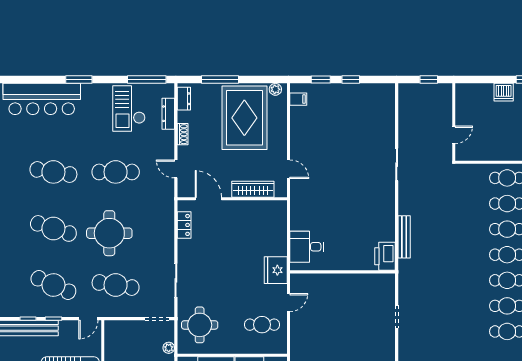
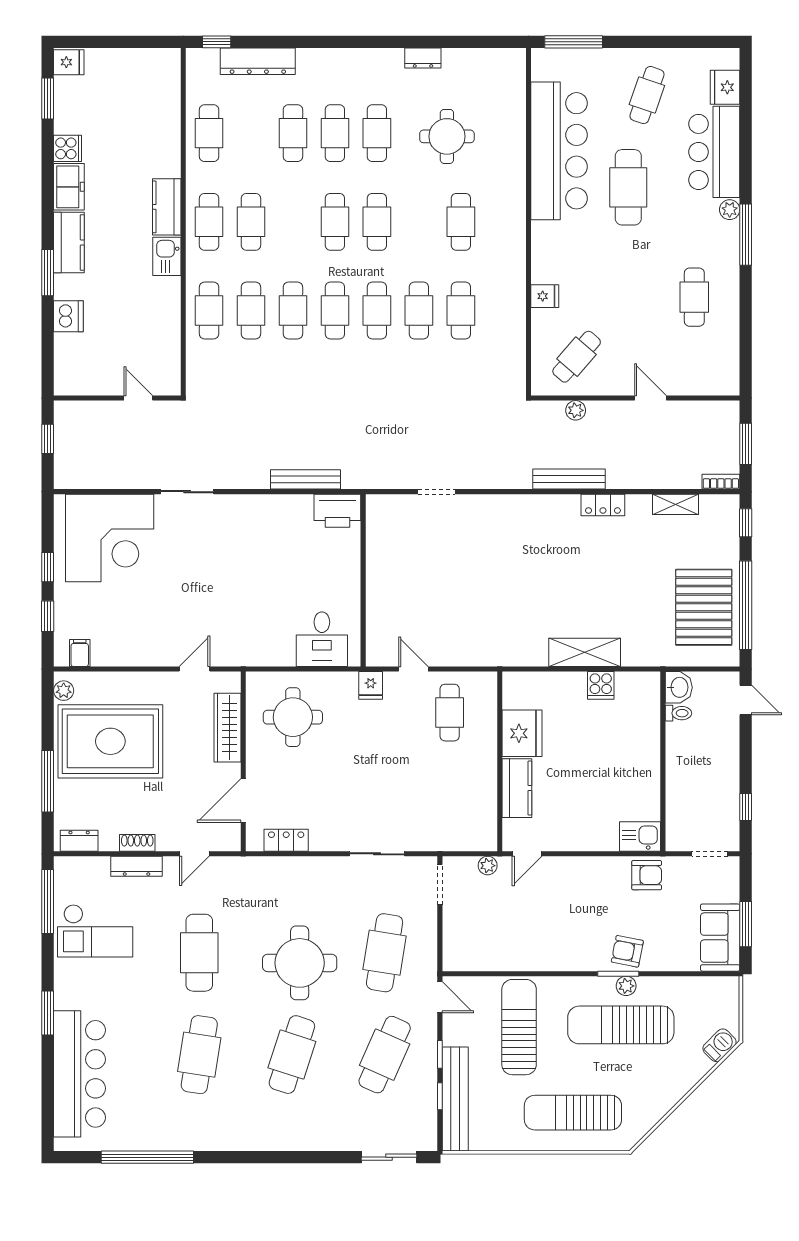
dresser: (168, 114) -> (136, 866), moved
corner desk: (368, 117) -> (110, 538), added
fridge: (276, 270) -> (371, 685), width x0.53, depth x0.75
round table: (200, 325) -> (293, 717), moved

